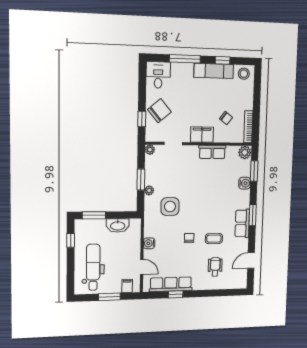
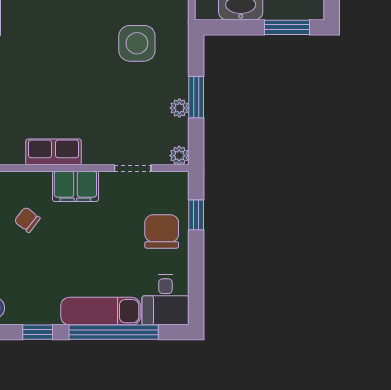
window: (185, 59) -> (114, 332), width x1.46
exam couch: (214, 71) -> (101, 311), moved
chair: (159, 111) -> (162, 231), turned 130
plant: (149, 190) -> (179, 108), moved

